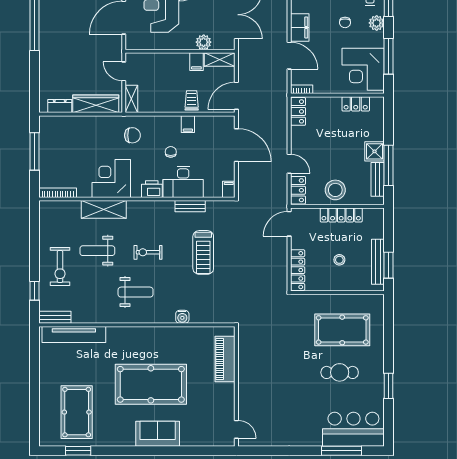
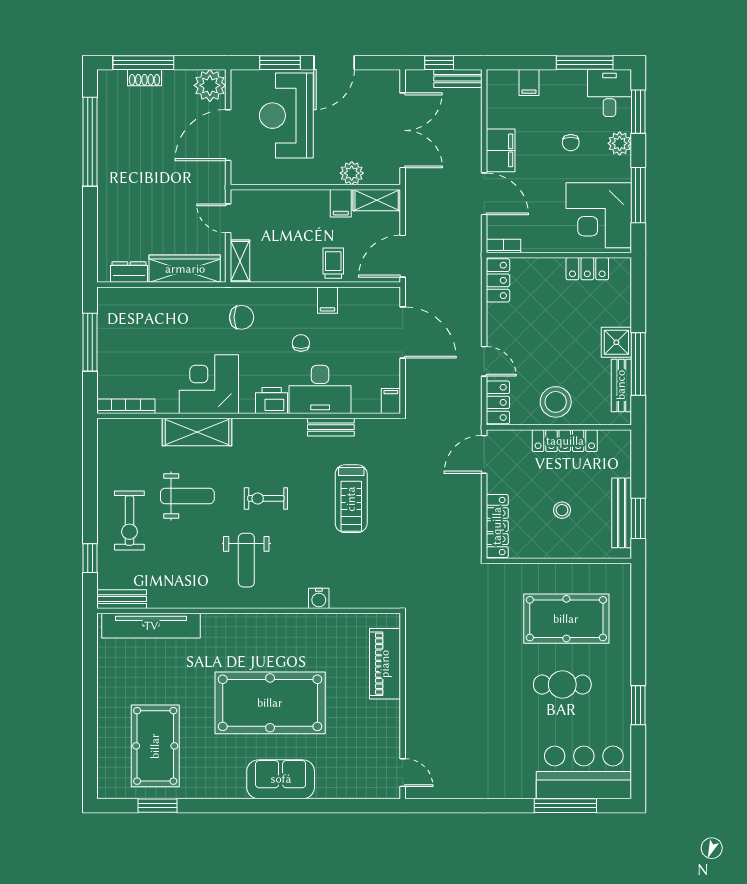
weight bench: (97, 251) -> (187, 496), turned 180
weight bench: (136, 292) -> (246, 560), turned 90

